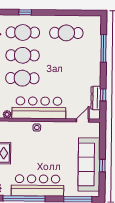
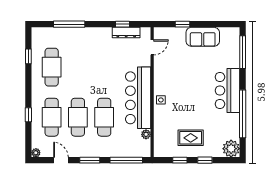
window: (76, 13) -> (28, 56), added
door: (83, 120) -> (152, 47), swing flipped
sofa: (89, 164) -> (203, 37), width x0.54, depth x0.79
window: (102, 166) -> (182, 24), moved
bar counter: (37, 185) -> (228, 90), width x0.73

